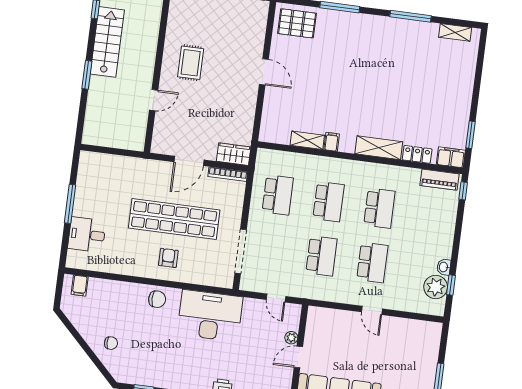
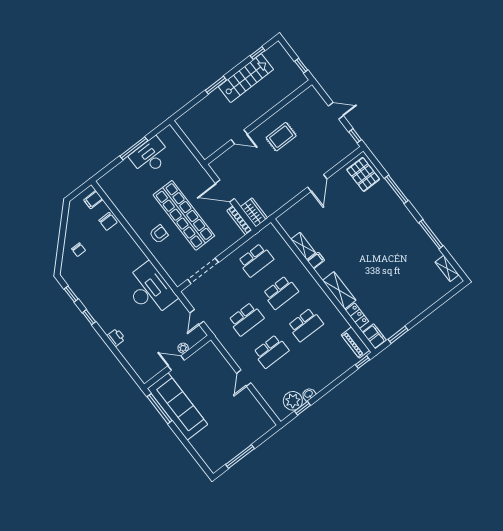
desk: (87, 235) -> (150, 156), moved, width x1.37
chair: (157, 299) -> (108, 221), moved

